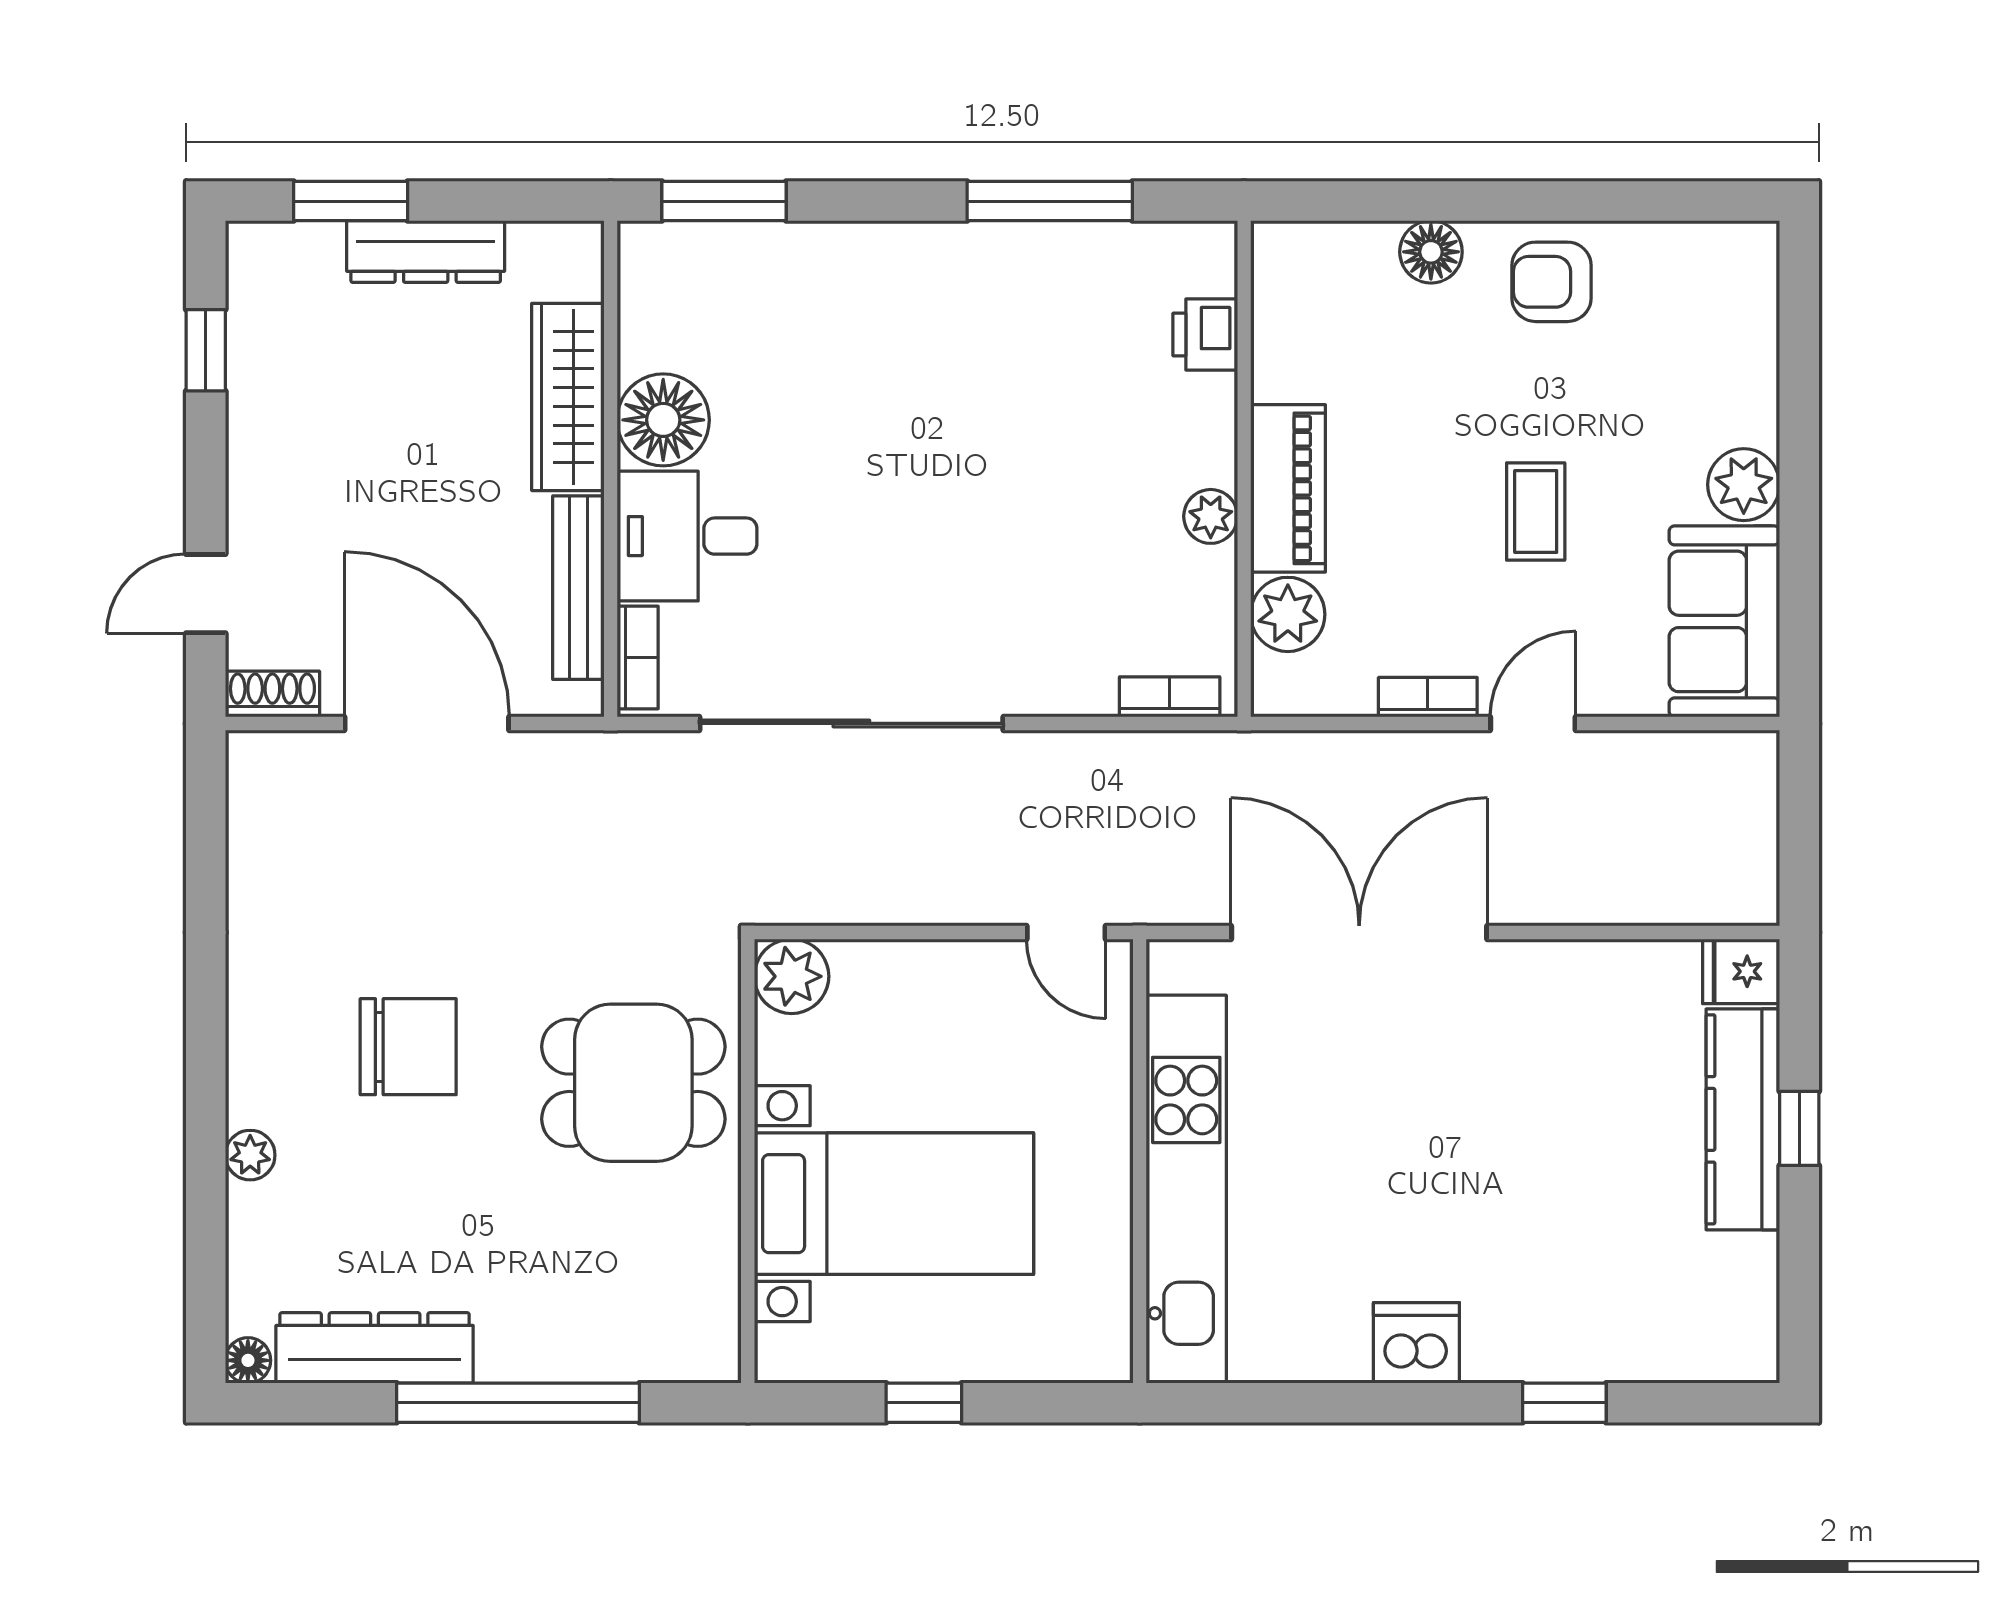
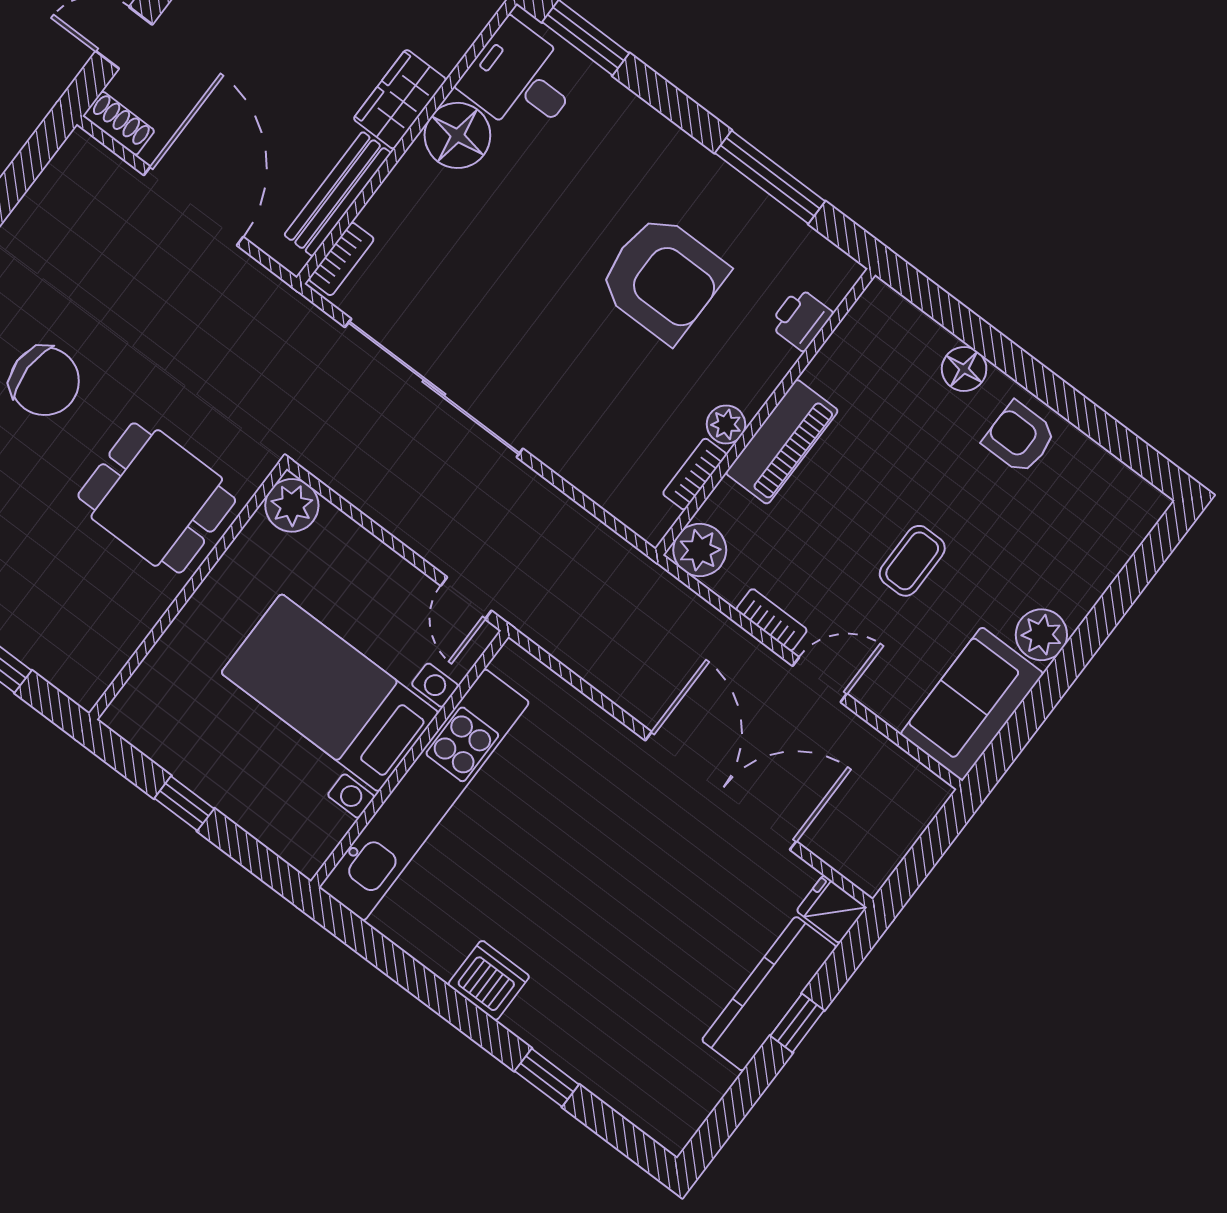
wardrobe: (568, 397) -> (400, 99), width x0.67
armchair: (1015, 406) -> (663, 278), added
desk: (687, 536) -> (521, 80), moved
plant: (1288, 614) -> (700, 550), moved
bookcase: (1170, 697) -> (695, 474), moved, turned -90
double door: (1359, 932) -> (721, 791), moved
bed with nightstands: (894, 1204) -> (330, 693), moved, turned 180

